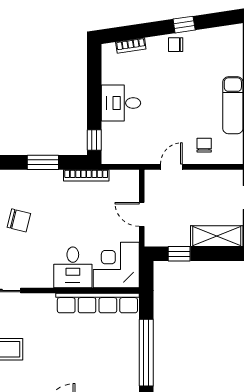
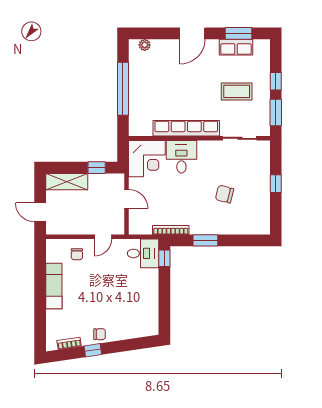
bookcase: (131, 46) -> (69, 343), moved
desk: (121, 103) -> (143, 253), moved
row of seats: (97, 303) -> (186, 128), moved

